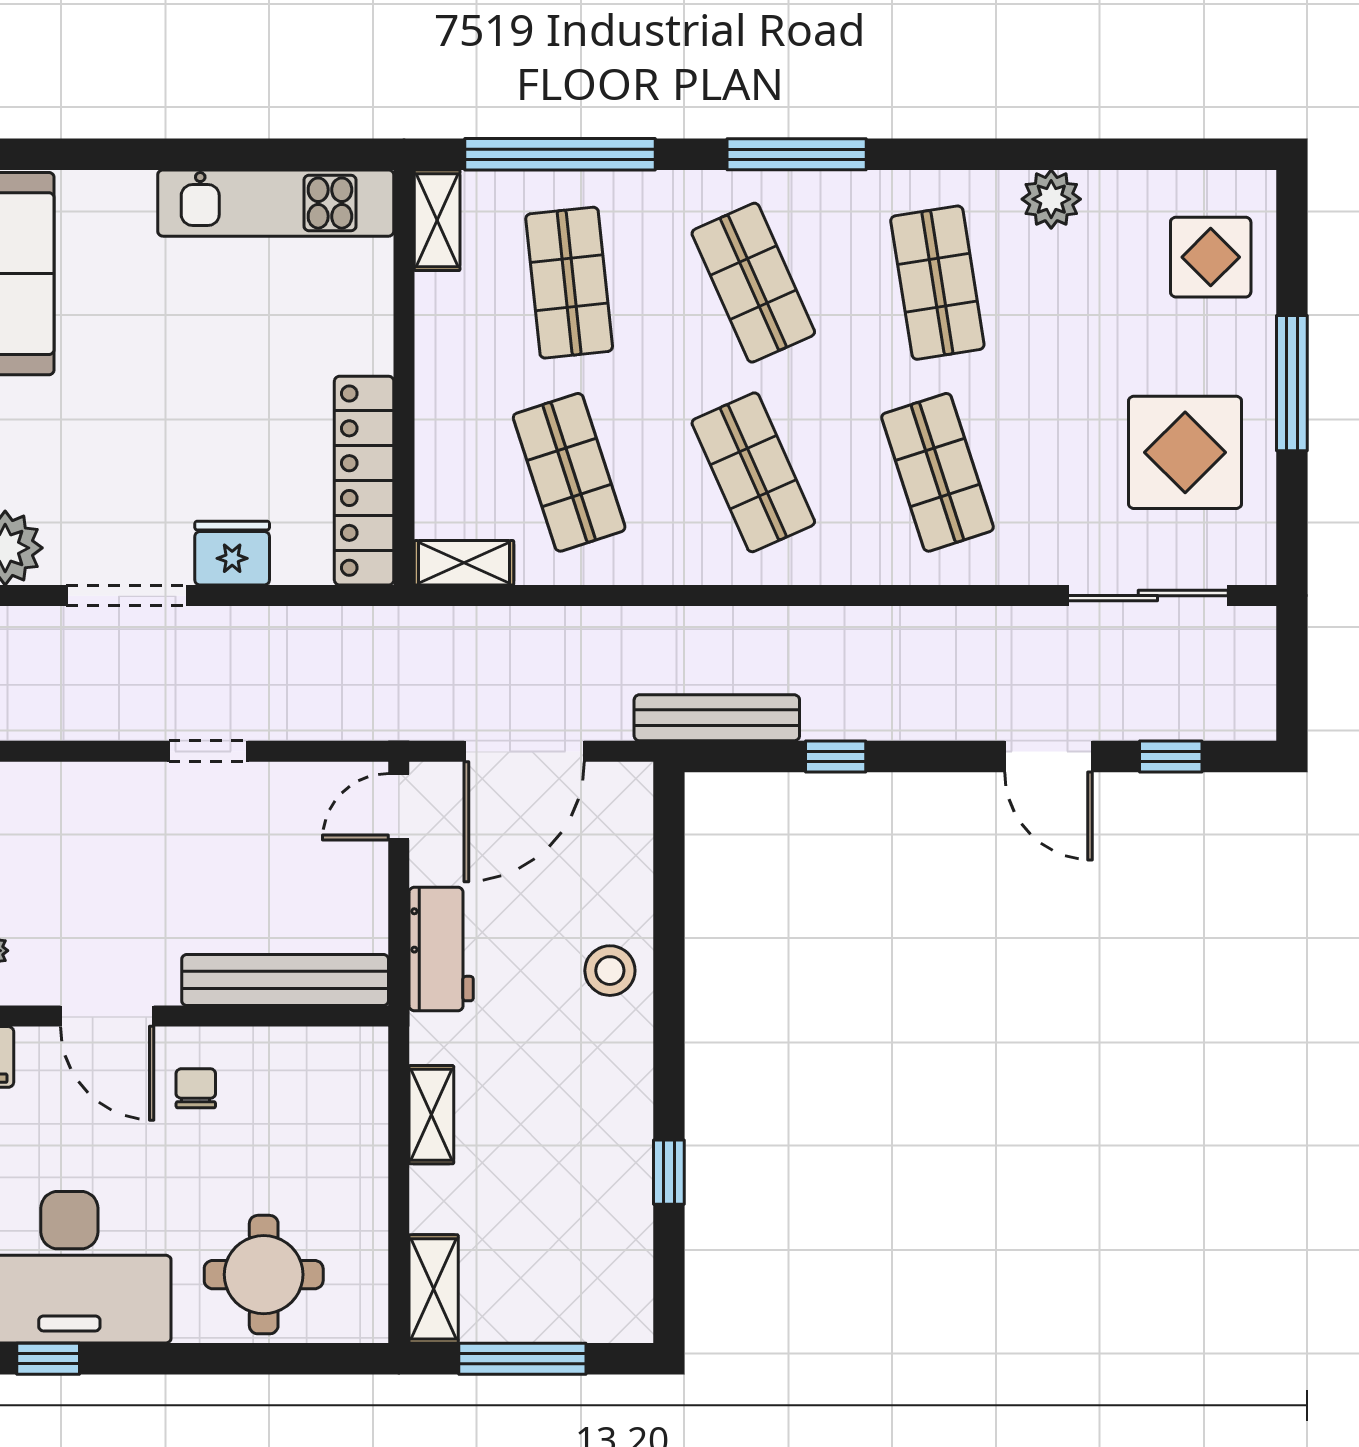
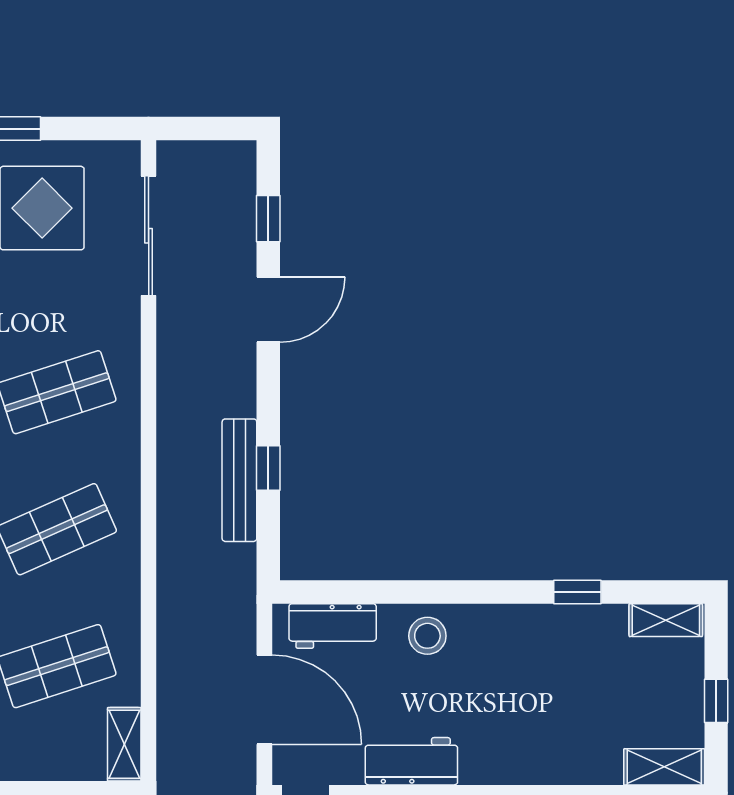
bench: (717, 718) -> (239, 480), moved
workbench: (623, 843) -> (333, 626), added
shelving: (431, 1115) -> (666, 620), moved
window: (522, 1359) -> (716, 701), width x0.46

